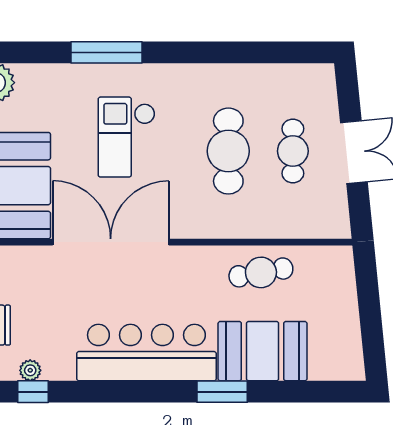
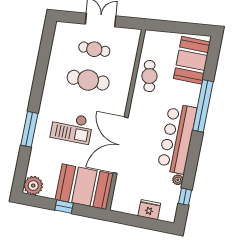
booth: (263, 351) -> (192, 60), moved
plant: (30, 370) -> (178, 180), moved
window: (222, 392) -> (203, 106), width x2.11

